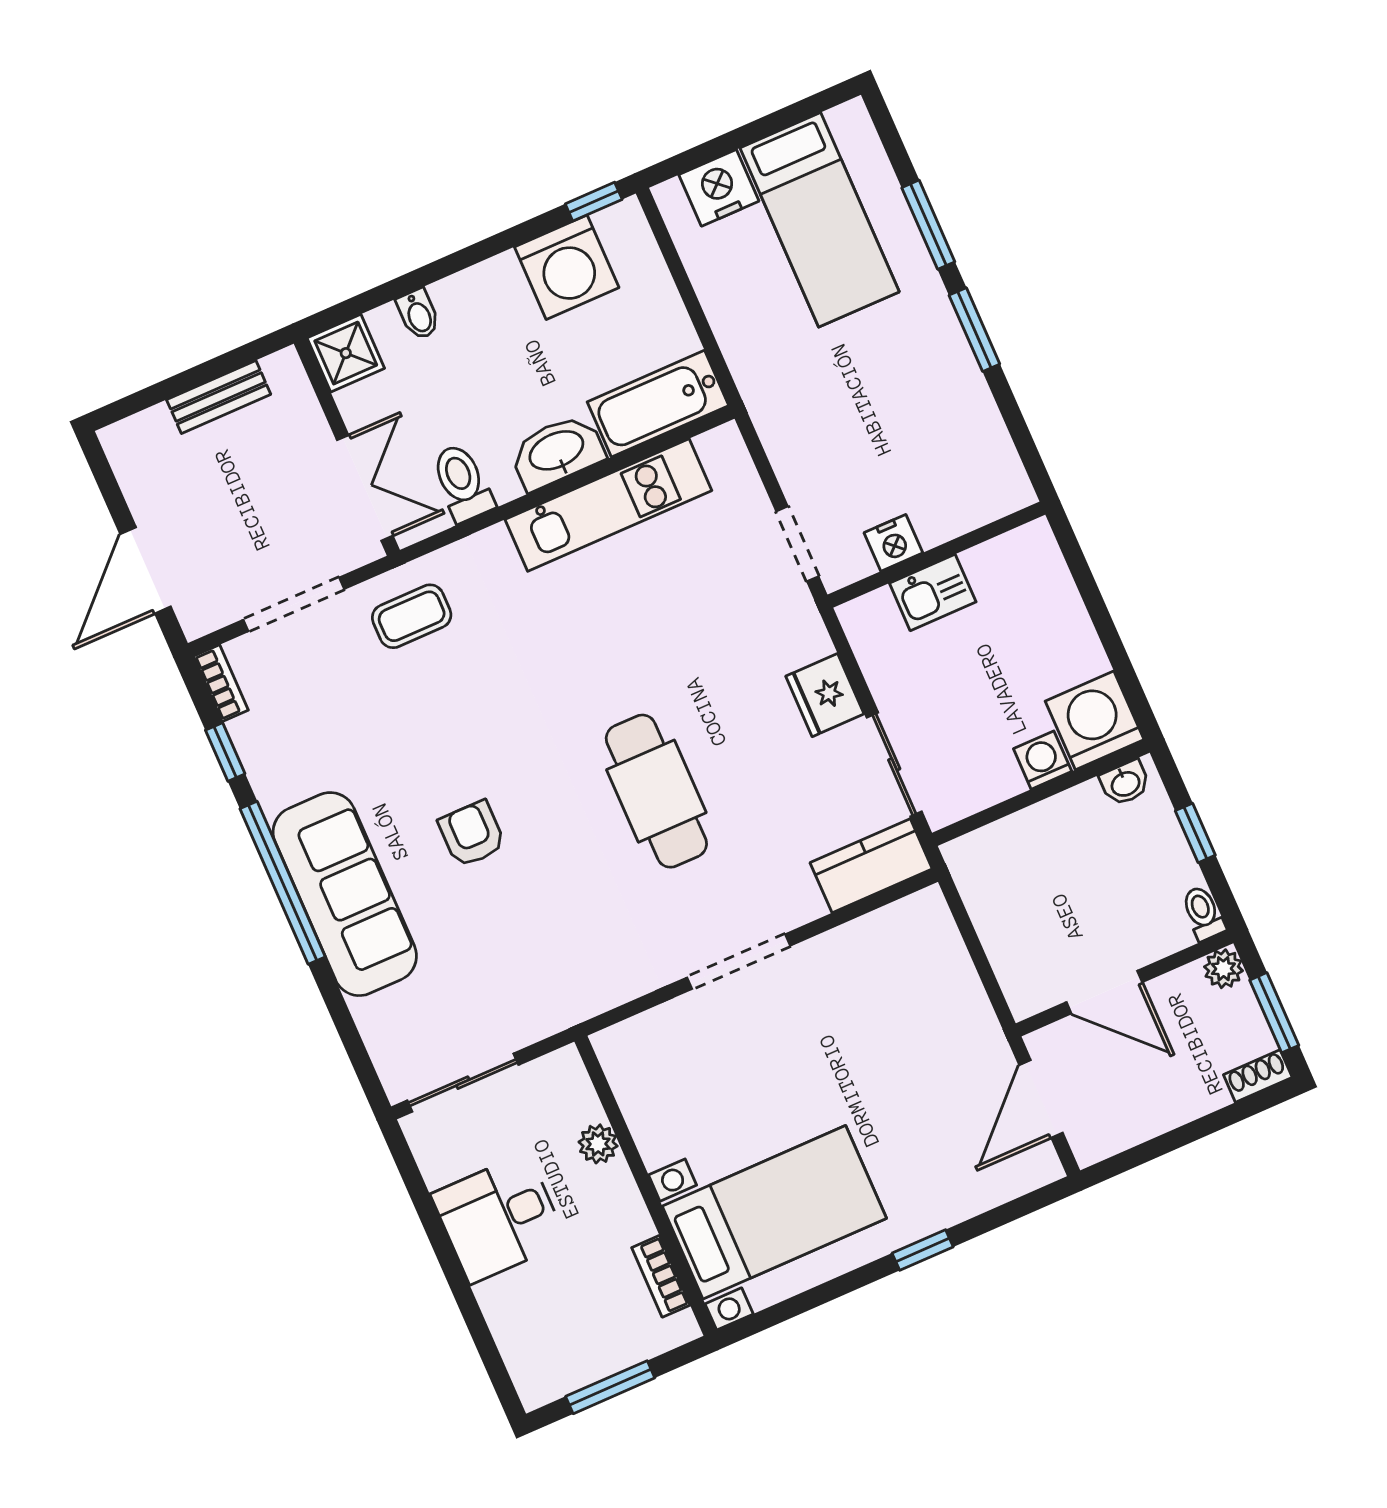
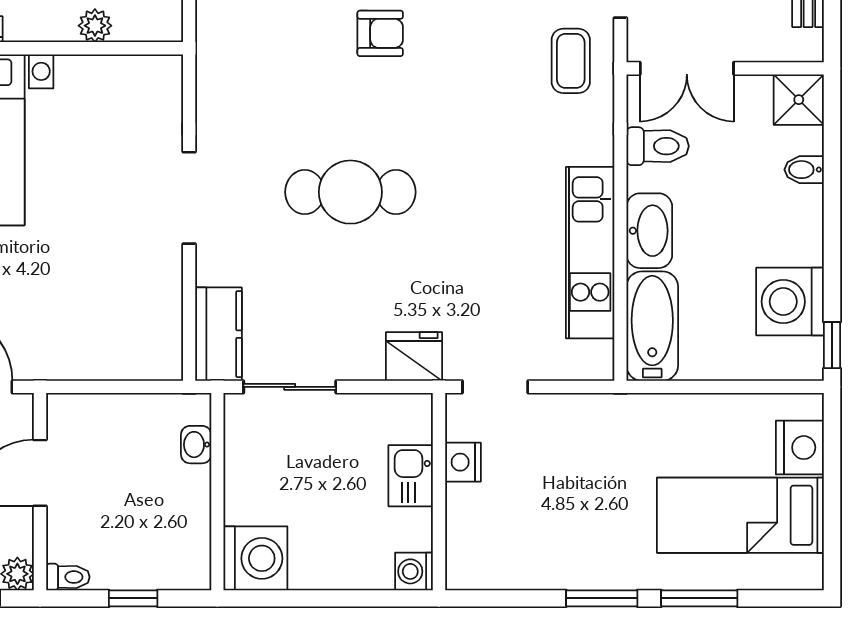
fridge: (825, 695) -> (414, 356), moved
washing machine: (1043, 760) -> (414, 571), moved, turned 180
washbasin: (1125, 783) -> (196, 445), moved

